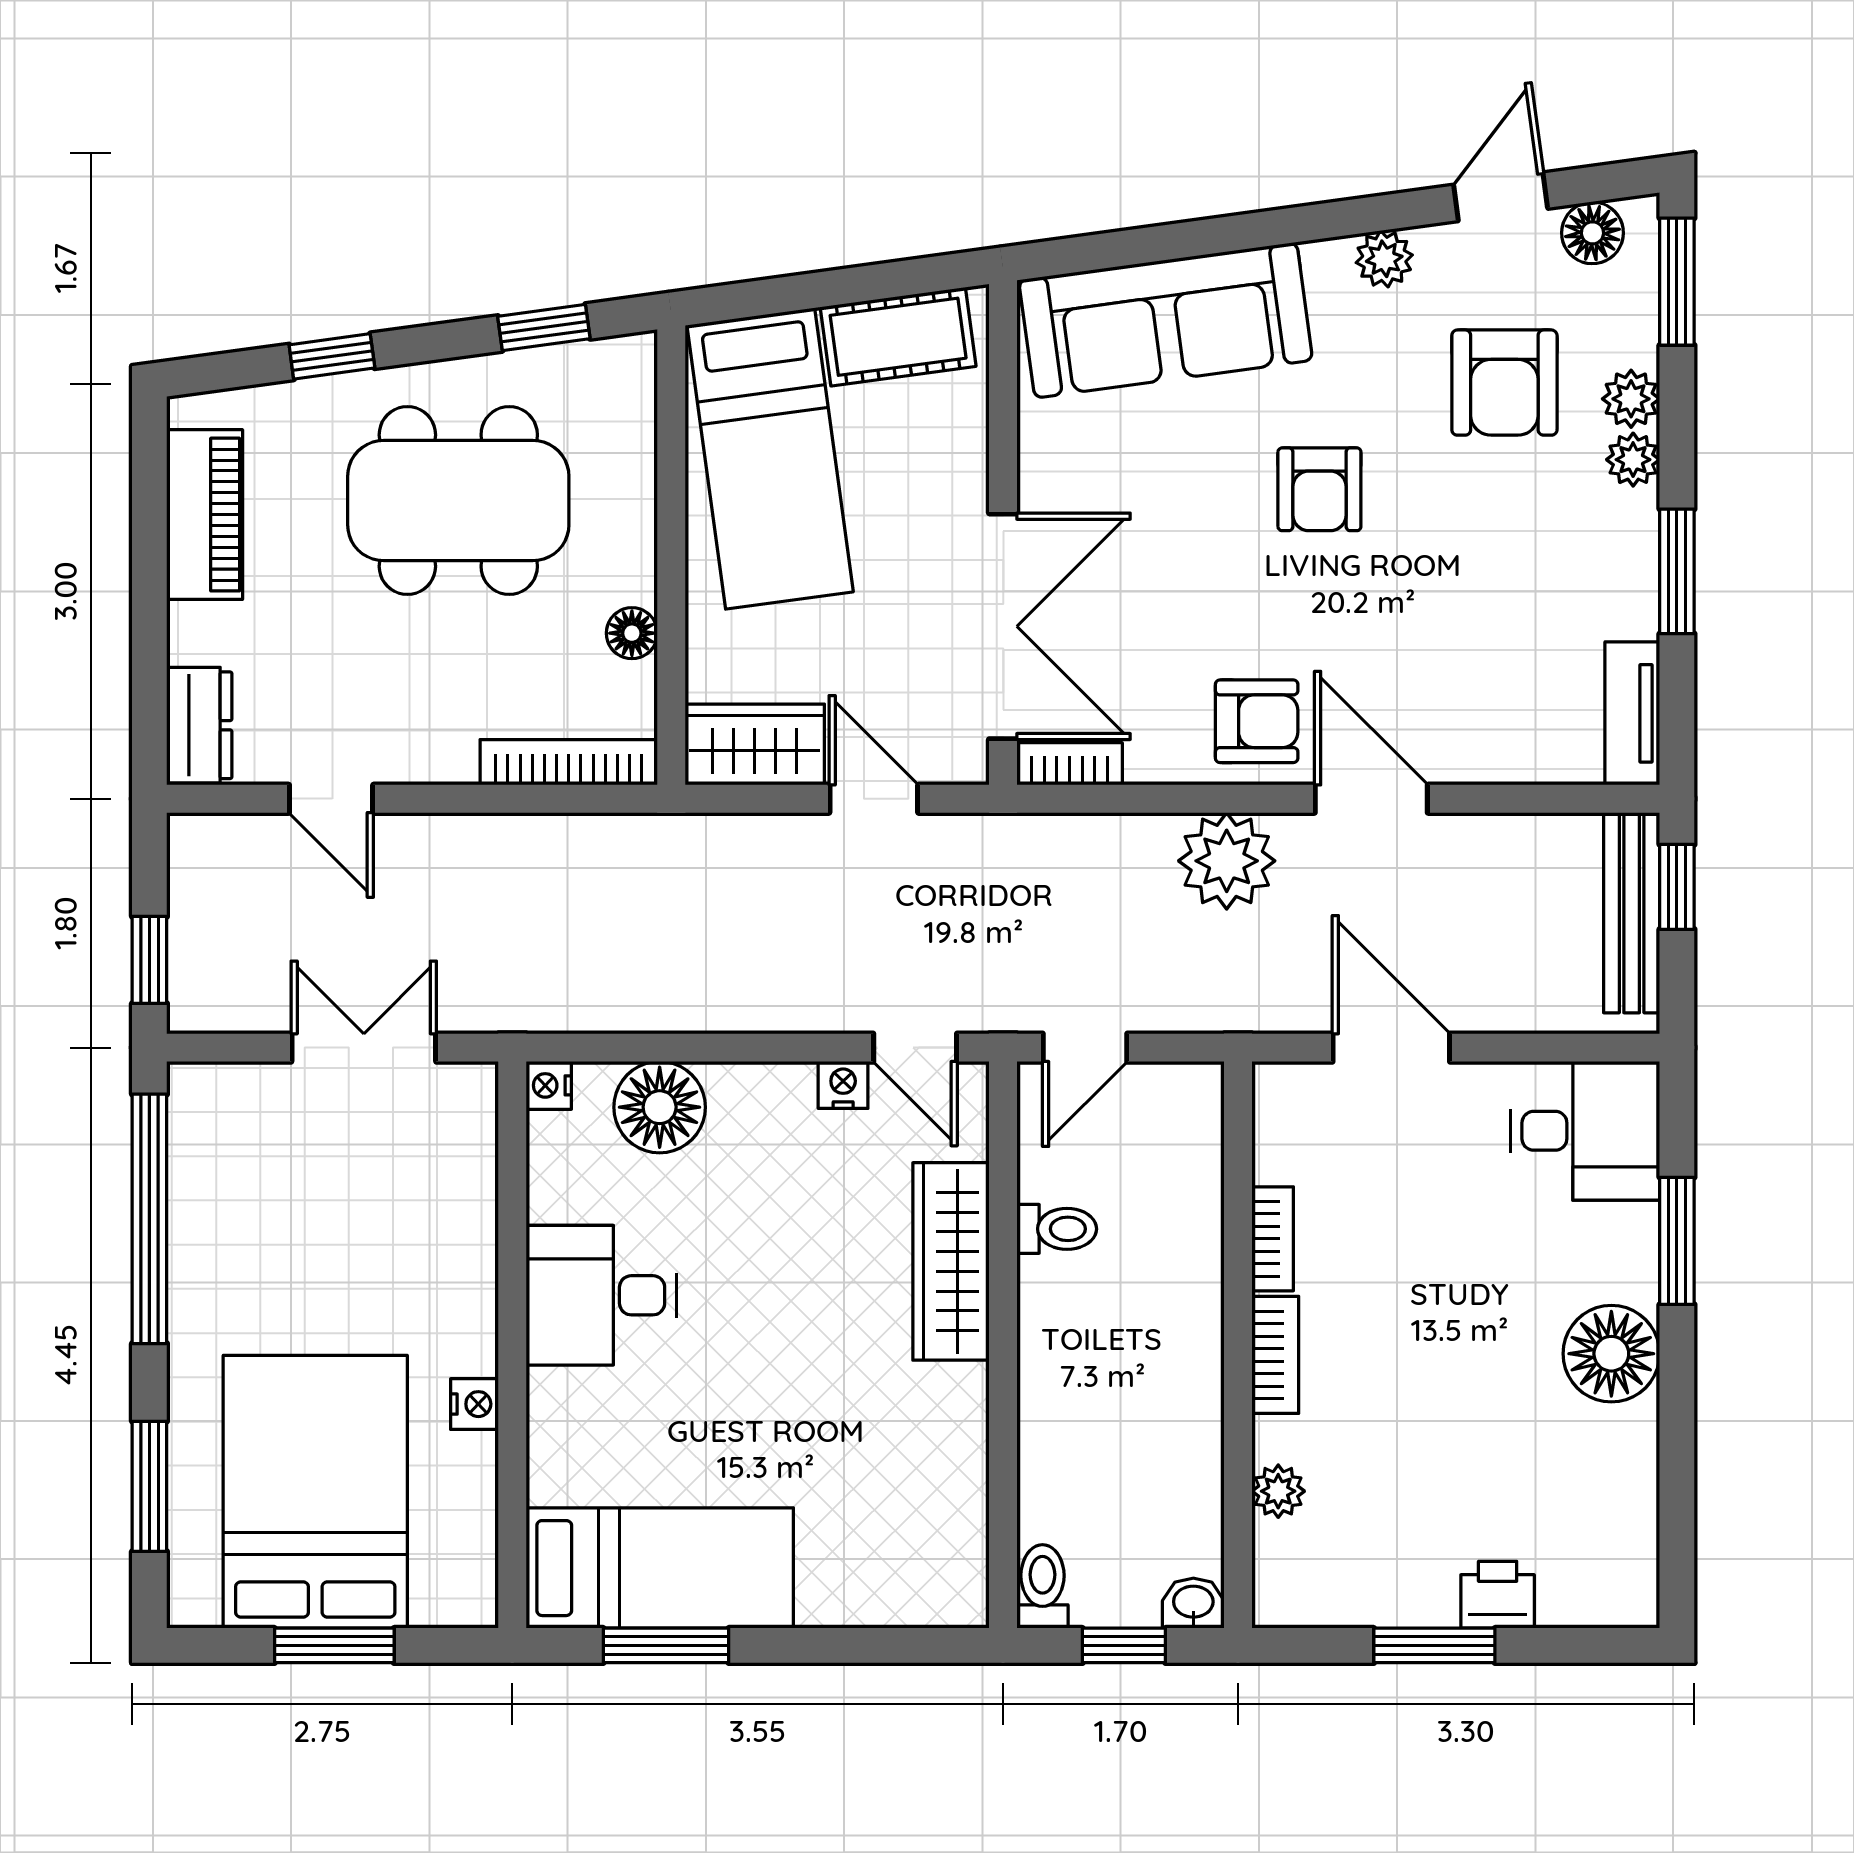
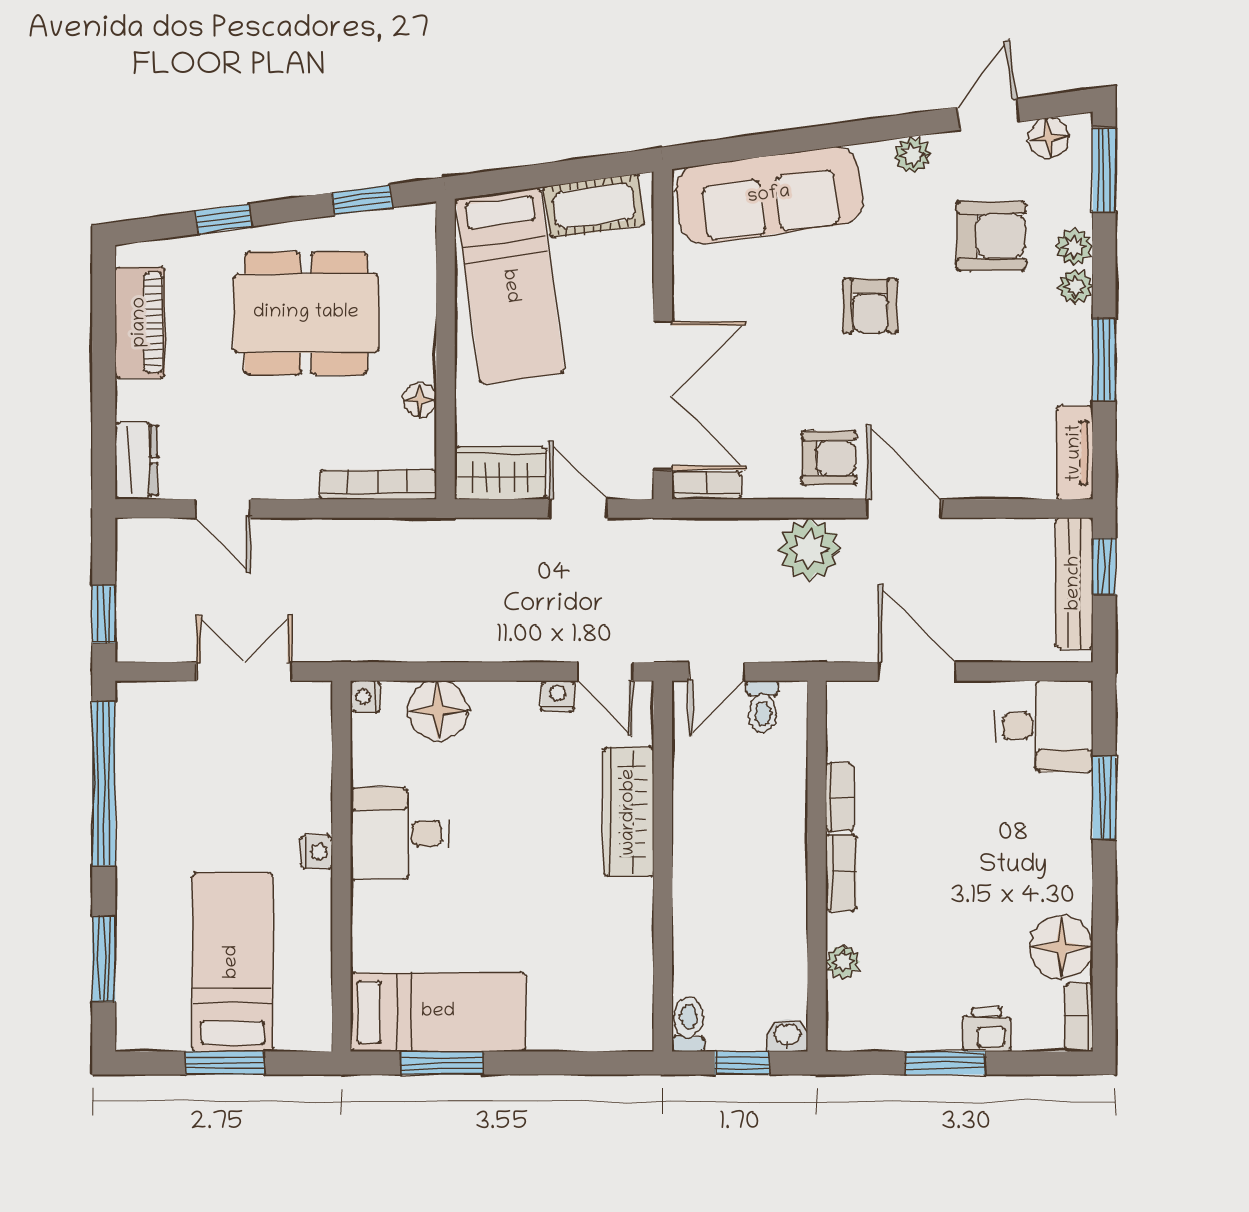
armchair: (1504, 383) -> (991, 236), turned -90
toilet: (1057, 1229) -> (763, 707), moved, turned 90
floor lamp: (1611, 1354) -> (1061, 947), moved
nightstand: (475, 1404) -> (317, 852), moved
bed: (315, 1492) -> (232, 962), width x0.67
bookcase: (1639, 1575) -> (1079, 1017), added

